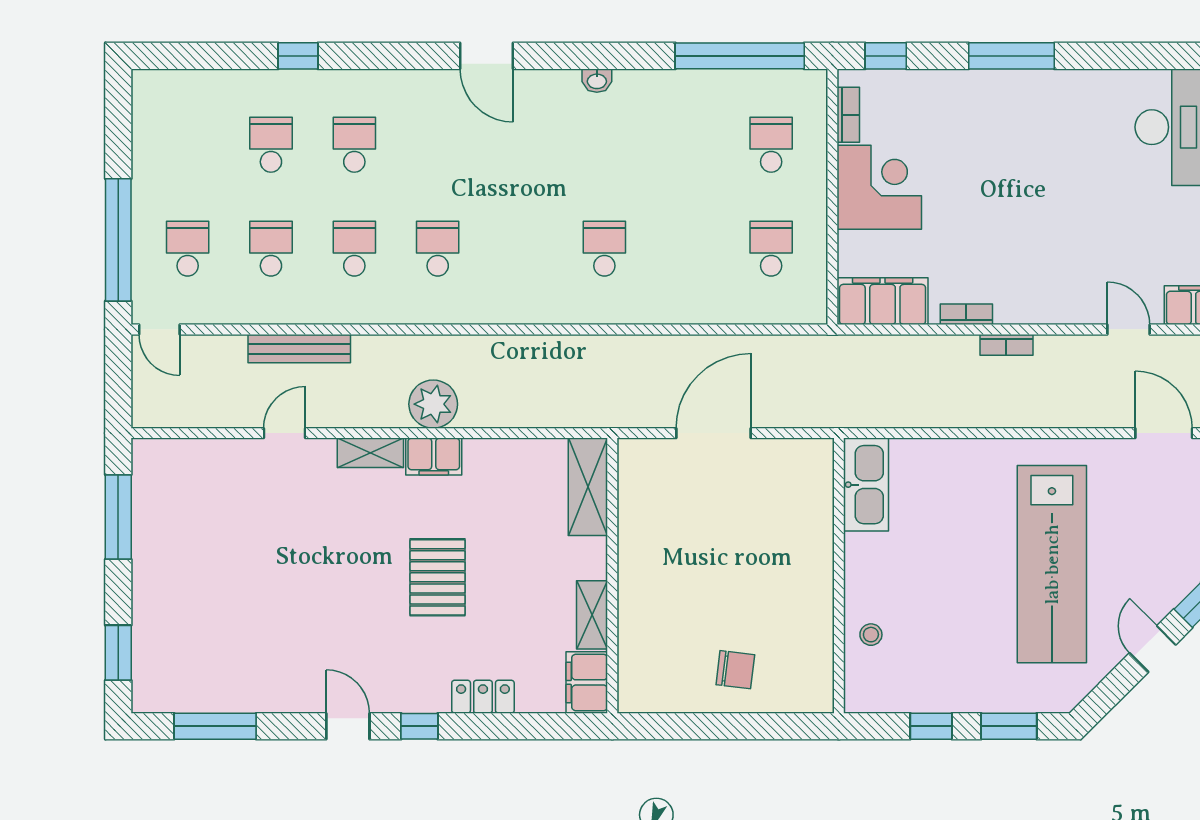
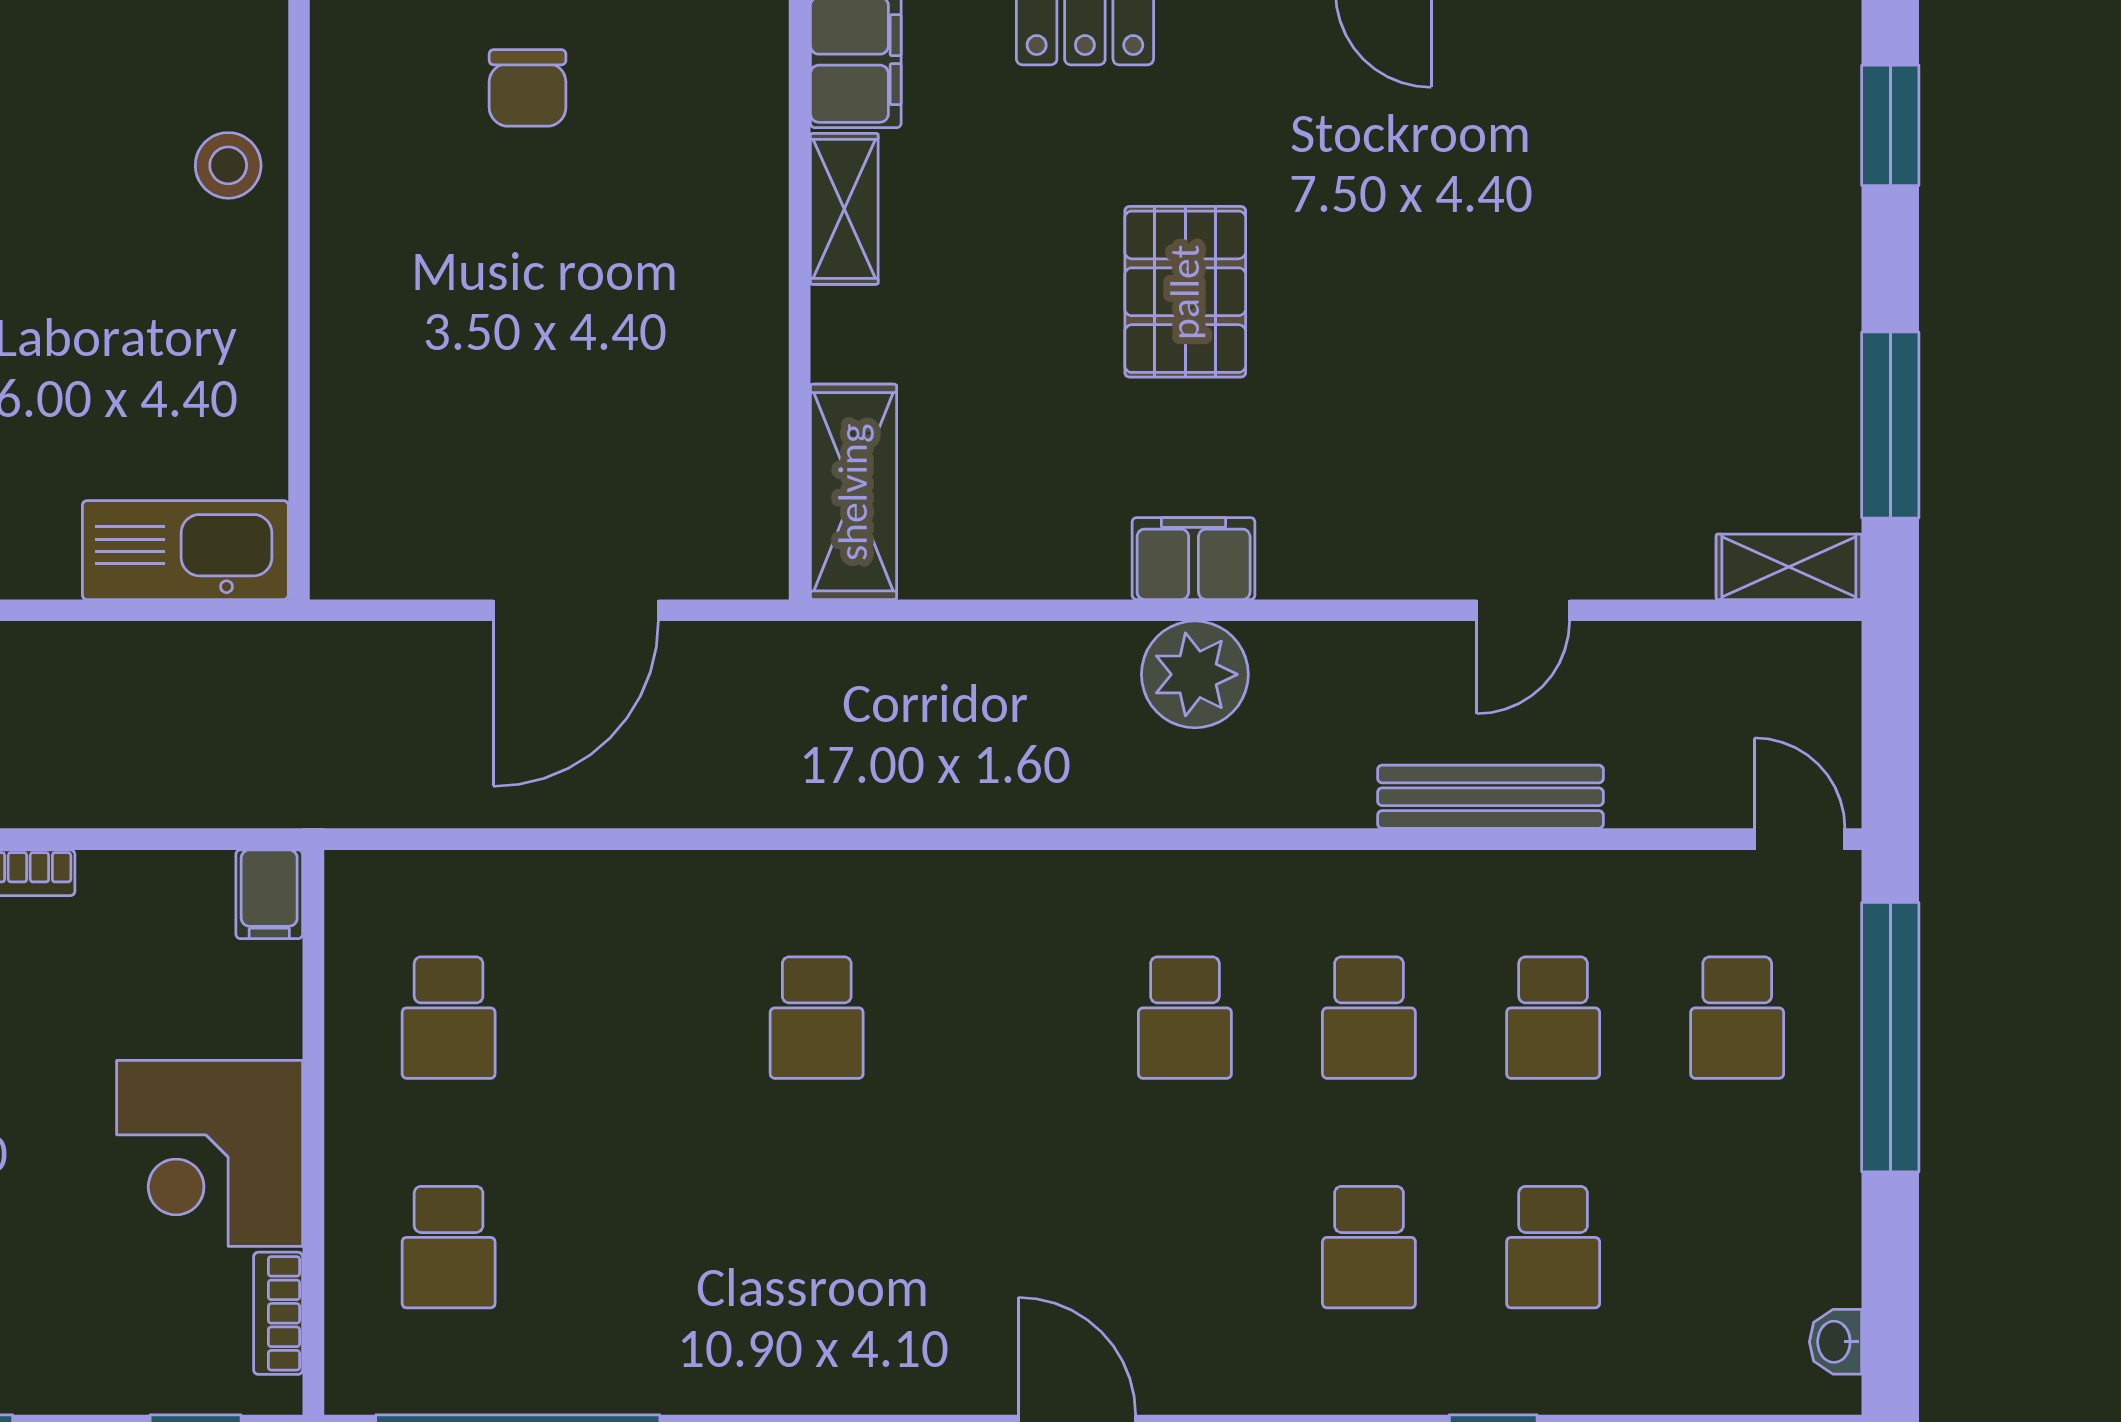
washbasin: (597, 81) -> (1836, 1342), moved, turned -90
filing cabinet: (883, 301) -> (269, 894), width x0.33, depth x0.86
shelving: (370, 453) -> (1789, 567), moved
kitchen sink: (866, 485) -> (185, 550), moved, turned 90
stool: (871, 635) -> (228, 165), width x1.37, depth x1.37
chair: (735, 670) -> (528, 88), turned -97

